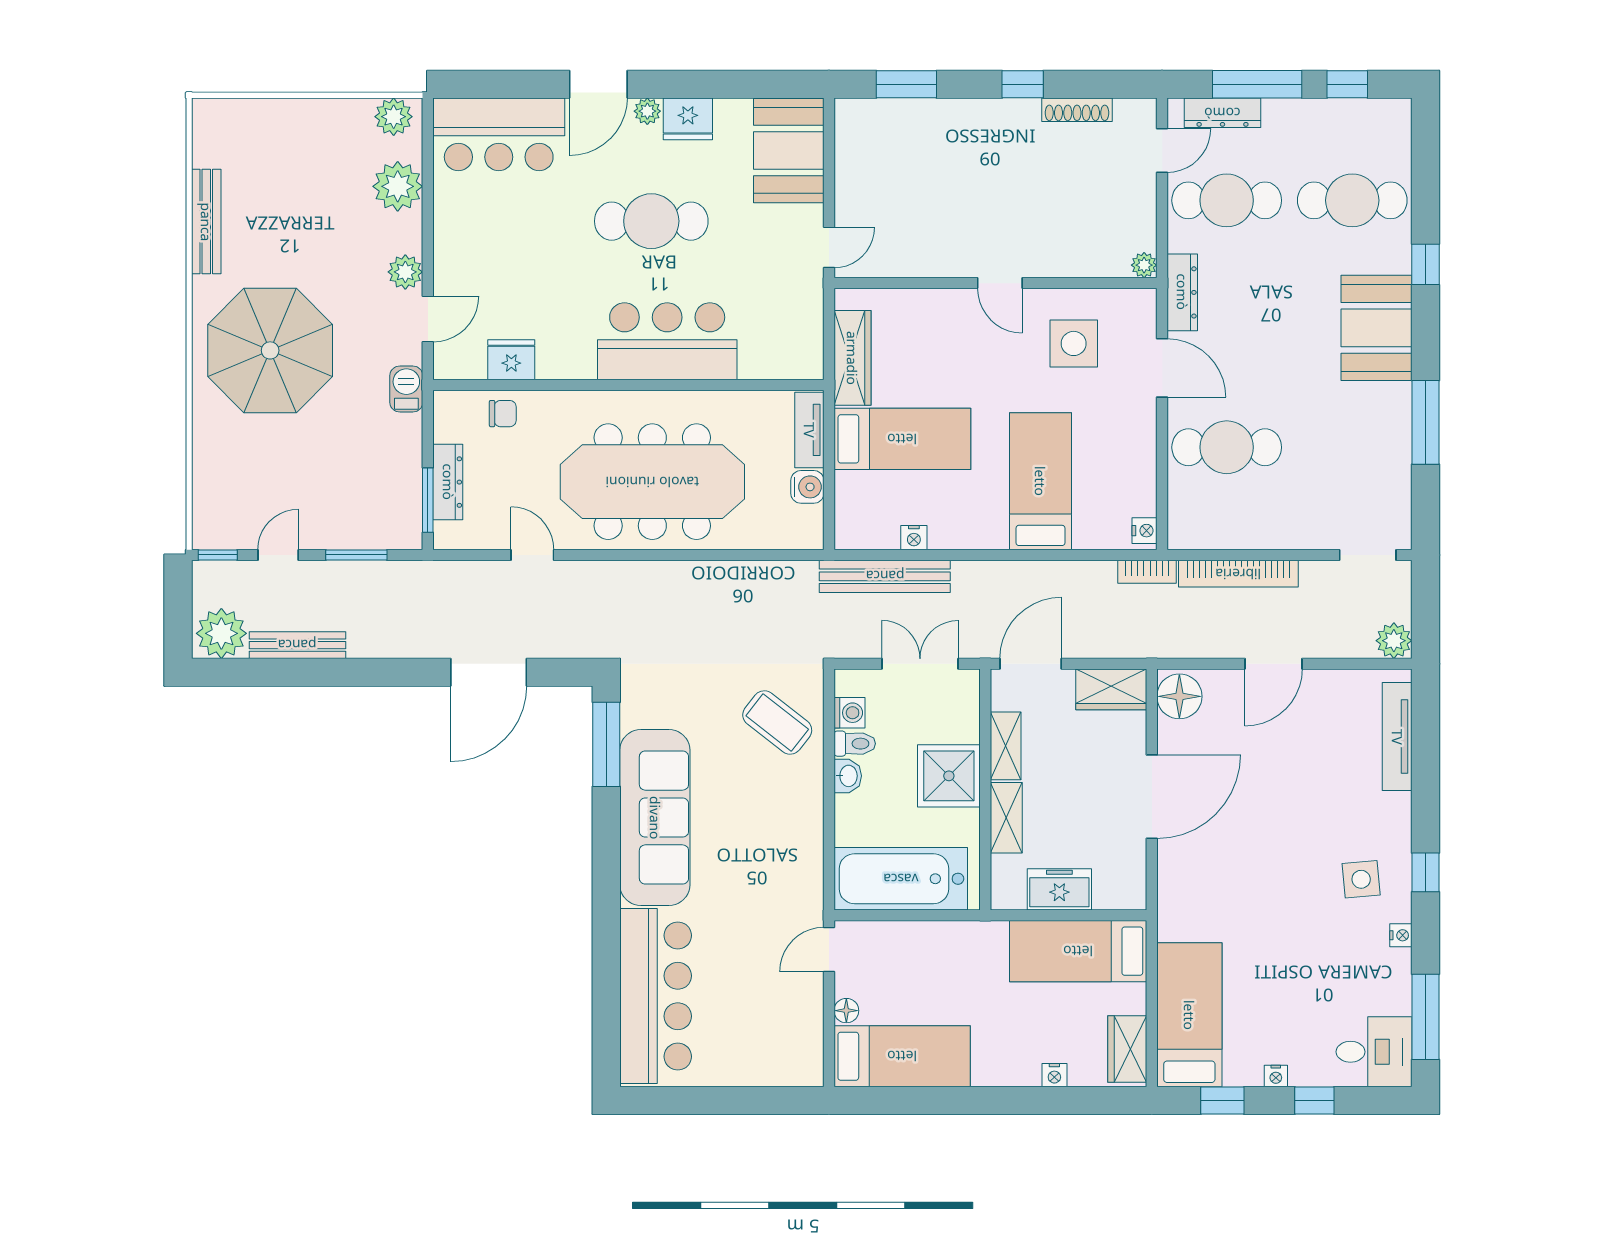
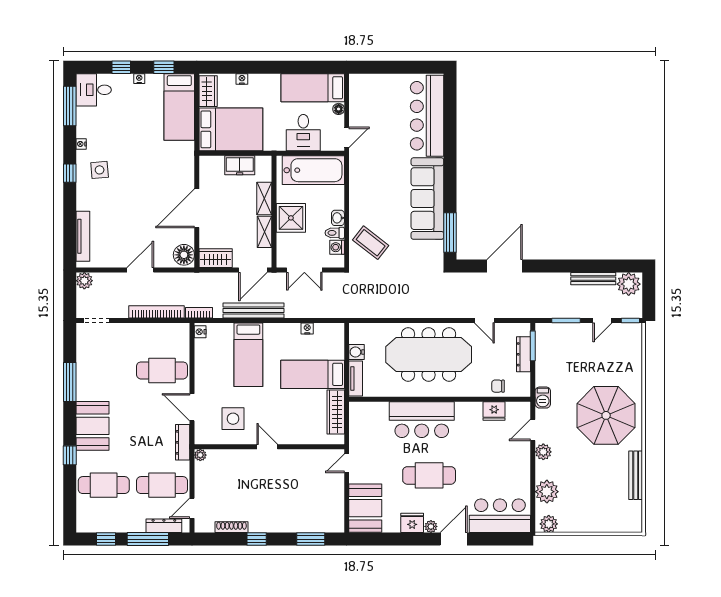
bench: (885, 576) -> (254, 311), moved
bed: (1078, 951) -> (231, 129), width x1.50
desk: (922, 960) -> (303, 133), added

